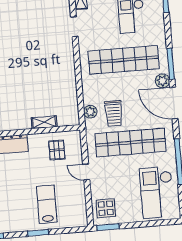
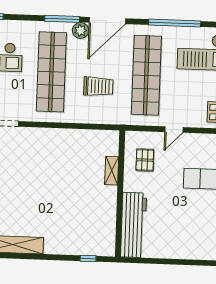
plant: (90, 112) -> (106, 117), removed
trolley: (114, 113) -> (98, 86), moved
pallet: (57, 150) -> (145, 160), turned 90

